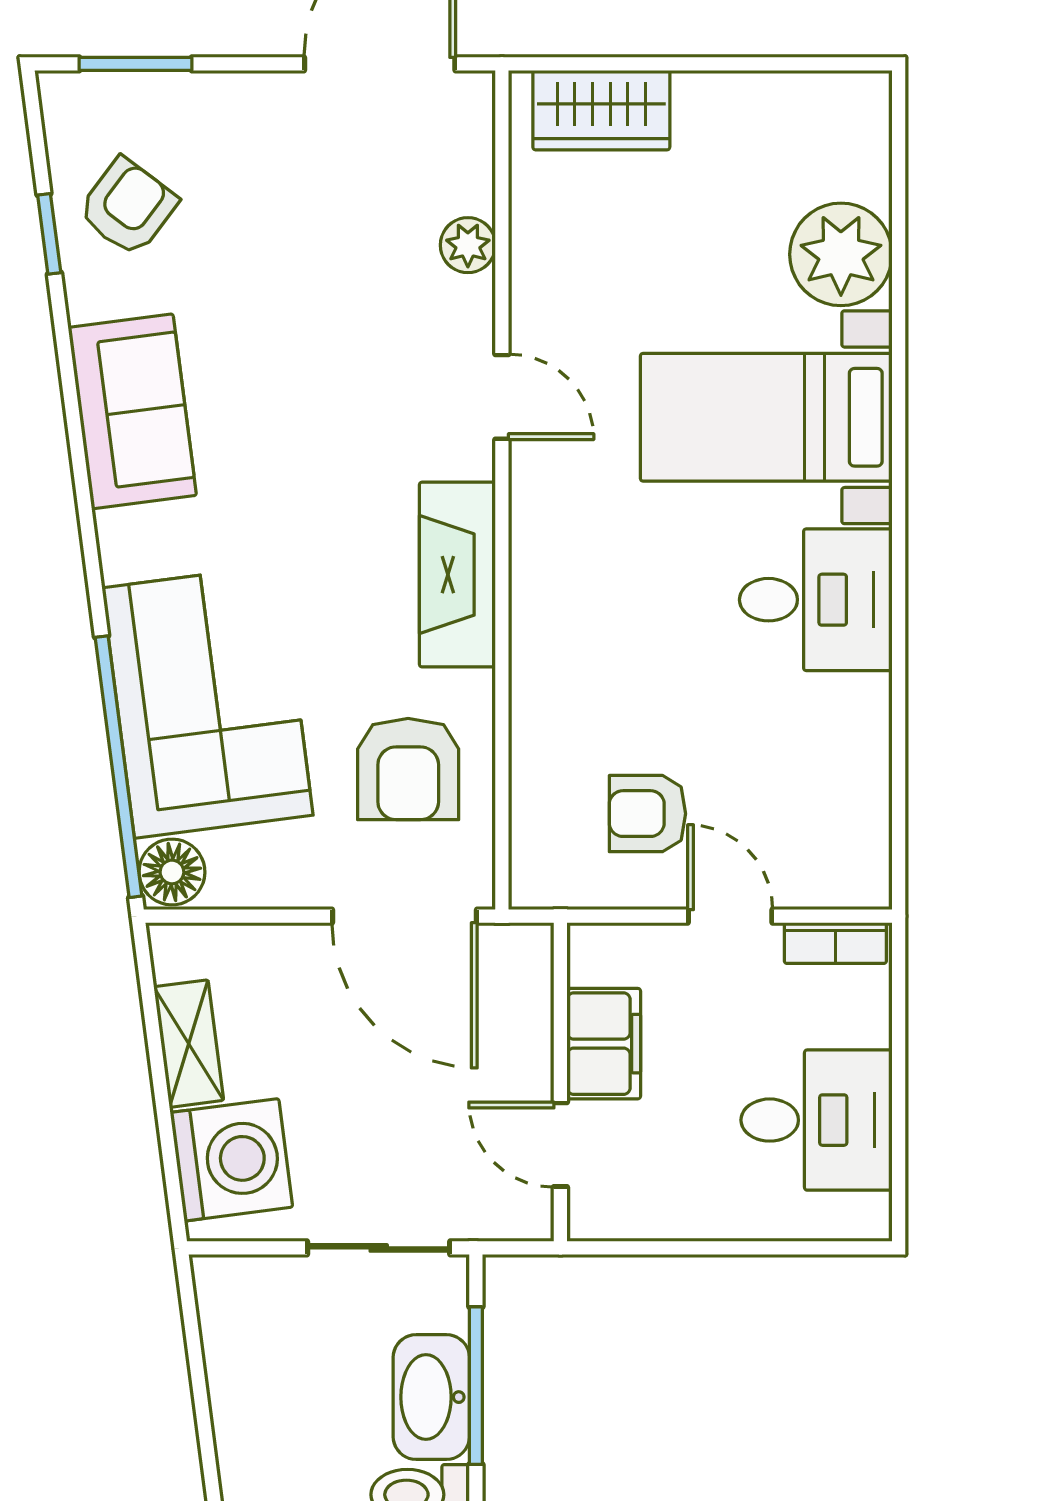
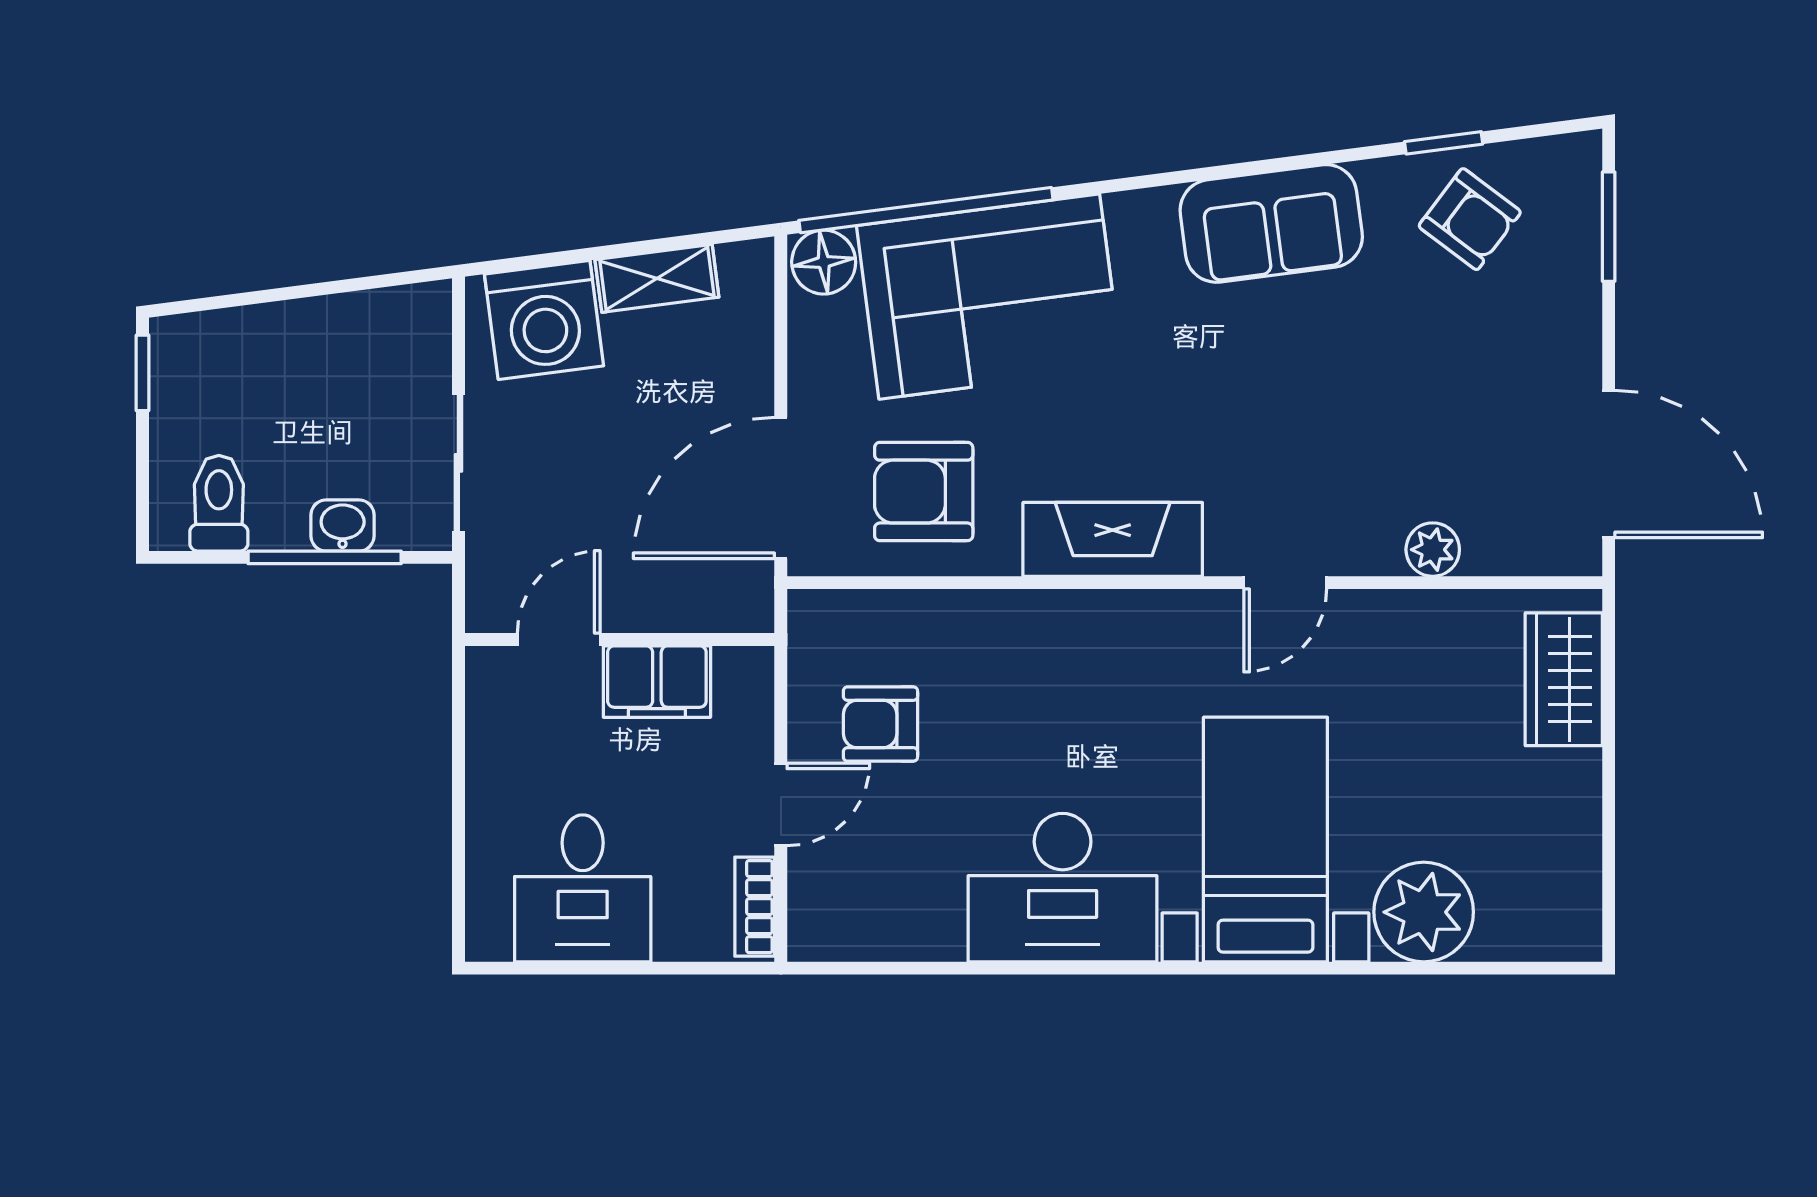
desk: (816, 600) -> (1063, 888), width x1.37
armchair: (647, 814) -> (880, 724), turned -90
washbasin: (431, 1397) -> (343, 525), width x0.52, depth x0.69

